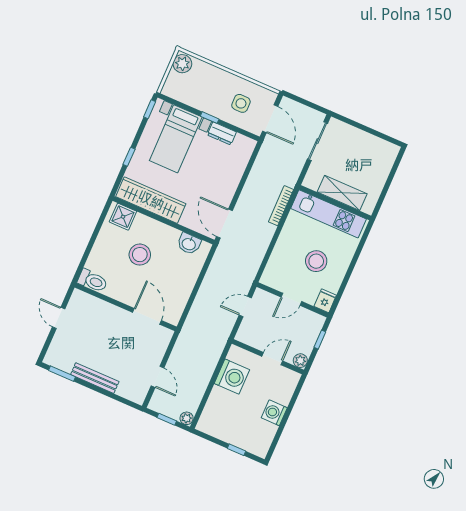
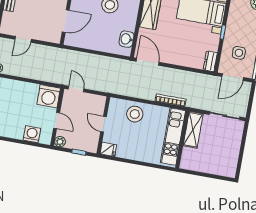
dresser: (222, 133) -> (210, 61), moved
shelving: (342, 193) -> (193, 130), moved
door: (224, 224) -> (148, 62), hinge flipped
stool: (316, 261) -> (135, 114), moved
door: (245, 306) -> (76, 89), moved
washing machine: (232, 377) -> (49, 96), moved
washing machine: (274, 413) -> (32, 134), moved

